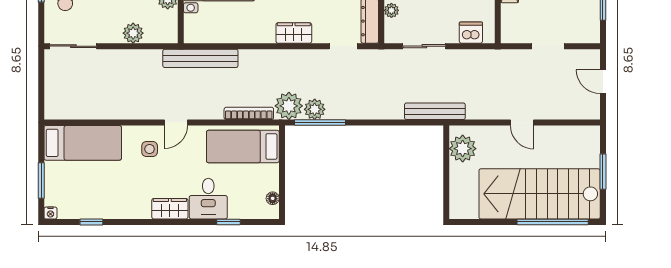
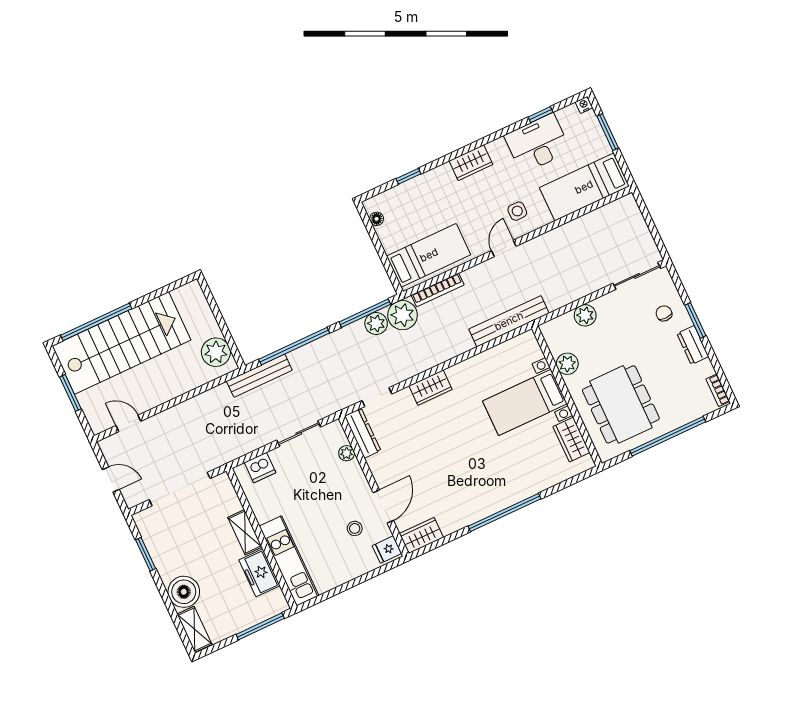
doorway: (548, 46) -> (180, 489), width x1.87
window: (393, 123) -> (294, 346), added
door: (522, 123) -> (128, 423), moved
desk: (208, 199) -> (538, 143), moved, width x1.37

